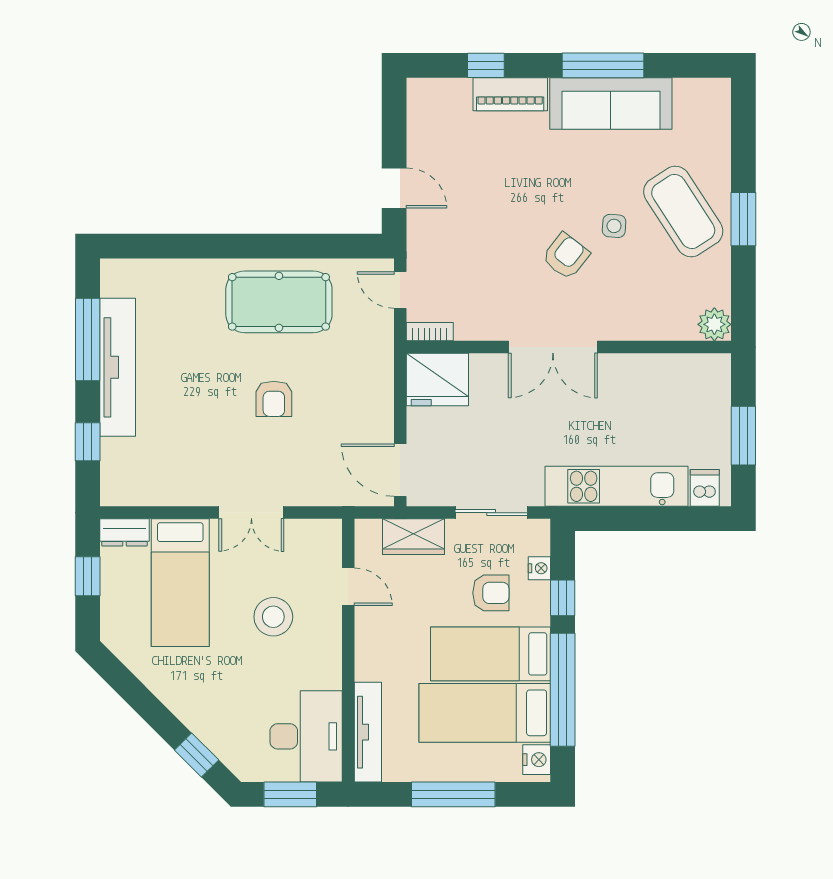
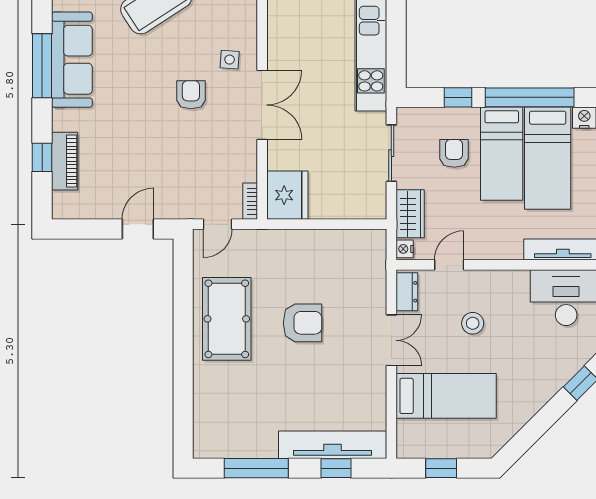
piano: (510, 94) -> (65, 161), moved
side table: (614, 226) -> (230, 60), moved
armchair: (566, 256) -> (191, 95), turned 52
tv unit: (118, 367) -> (333, 445), moved
armchair: (274, 399) -> (303, 323), width x1.38, depth x1.38
door: (400, 470) -> (358, 224), removed
dresser: (124, 532) -> (407, 292), moved
nightstand: (539, 568) -> (405, 249), moved, turned -90
stool: (273, 617) -> (473, 323), width x0.73, depth x0.73

